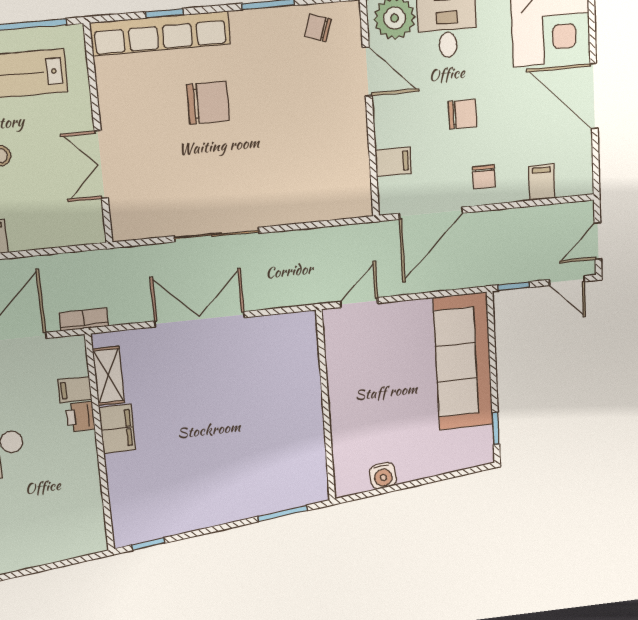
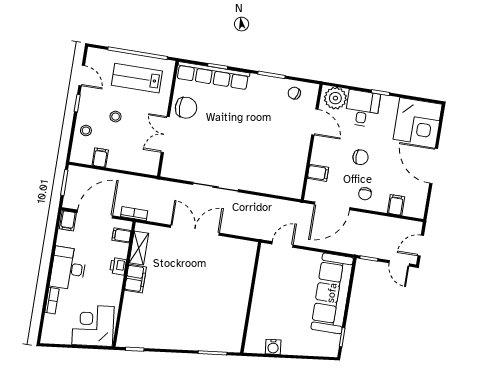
chair: (208, 103) -> (186, 108), moved
filing cabinet: (75, 390) -> (122, 235), moved
corner desk: (65, 526) -> (93, 326), added

